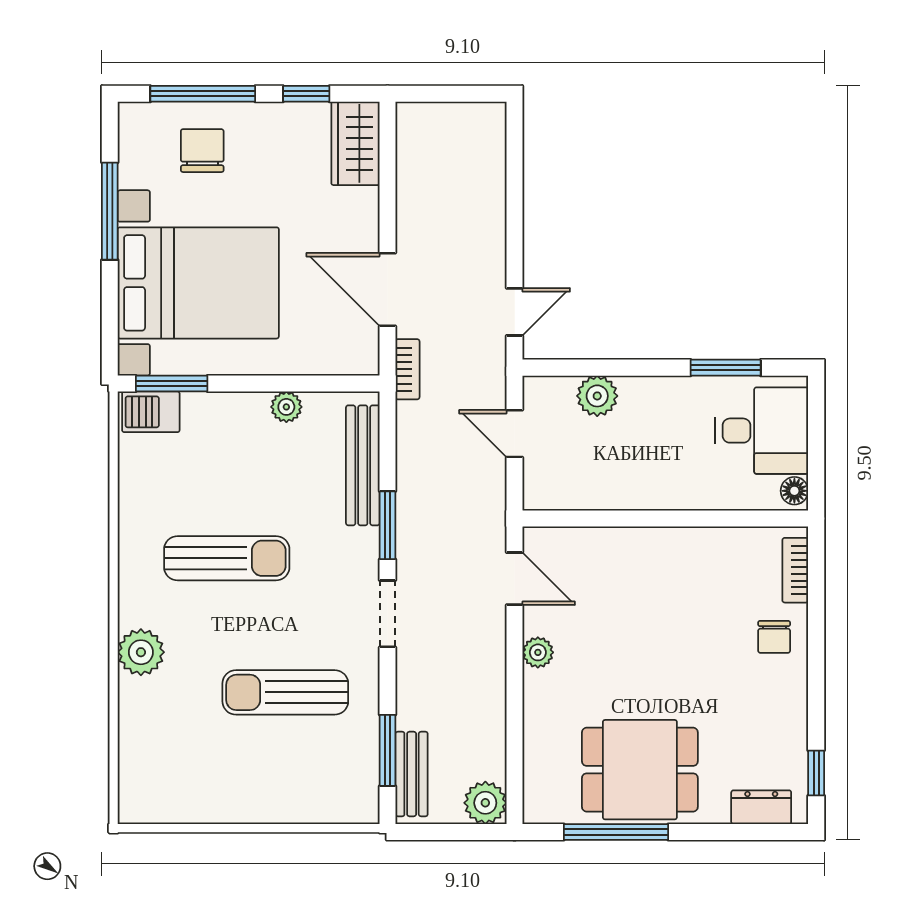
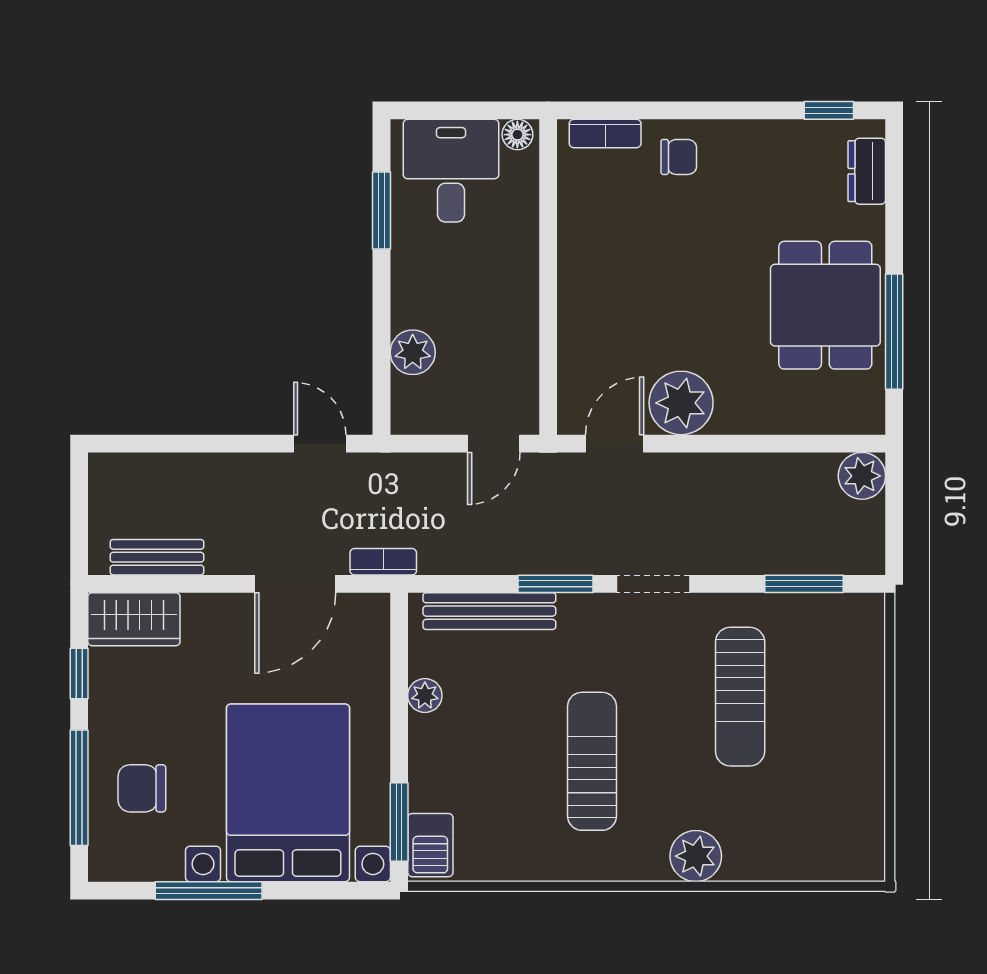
door: (515, 434) -> (494, 444), moved
plant: (538, 652) -> (681, 403), width x1.87, depth x1.87
bench: (412, 774) -> (157, 557), moved

